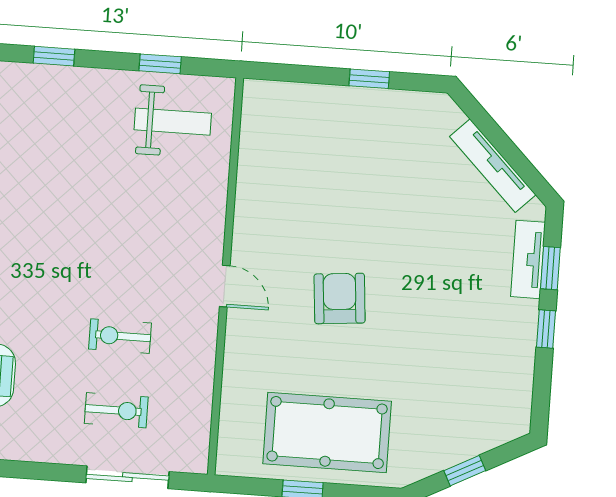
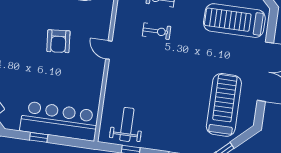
bar counter: (326, 119) -> (59, 121), added
weight bench: (173, 122) -> (127, 124), turned 90

